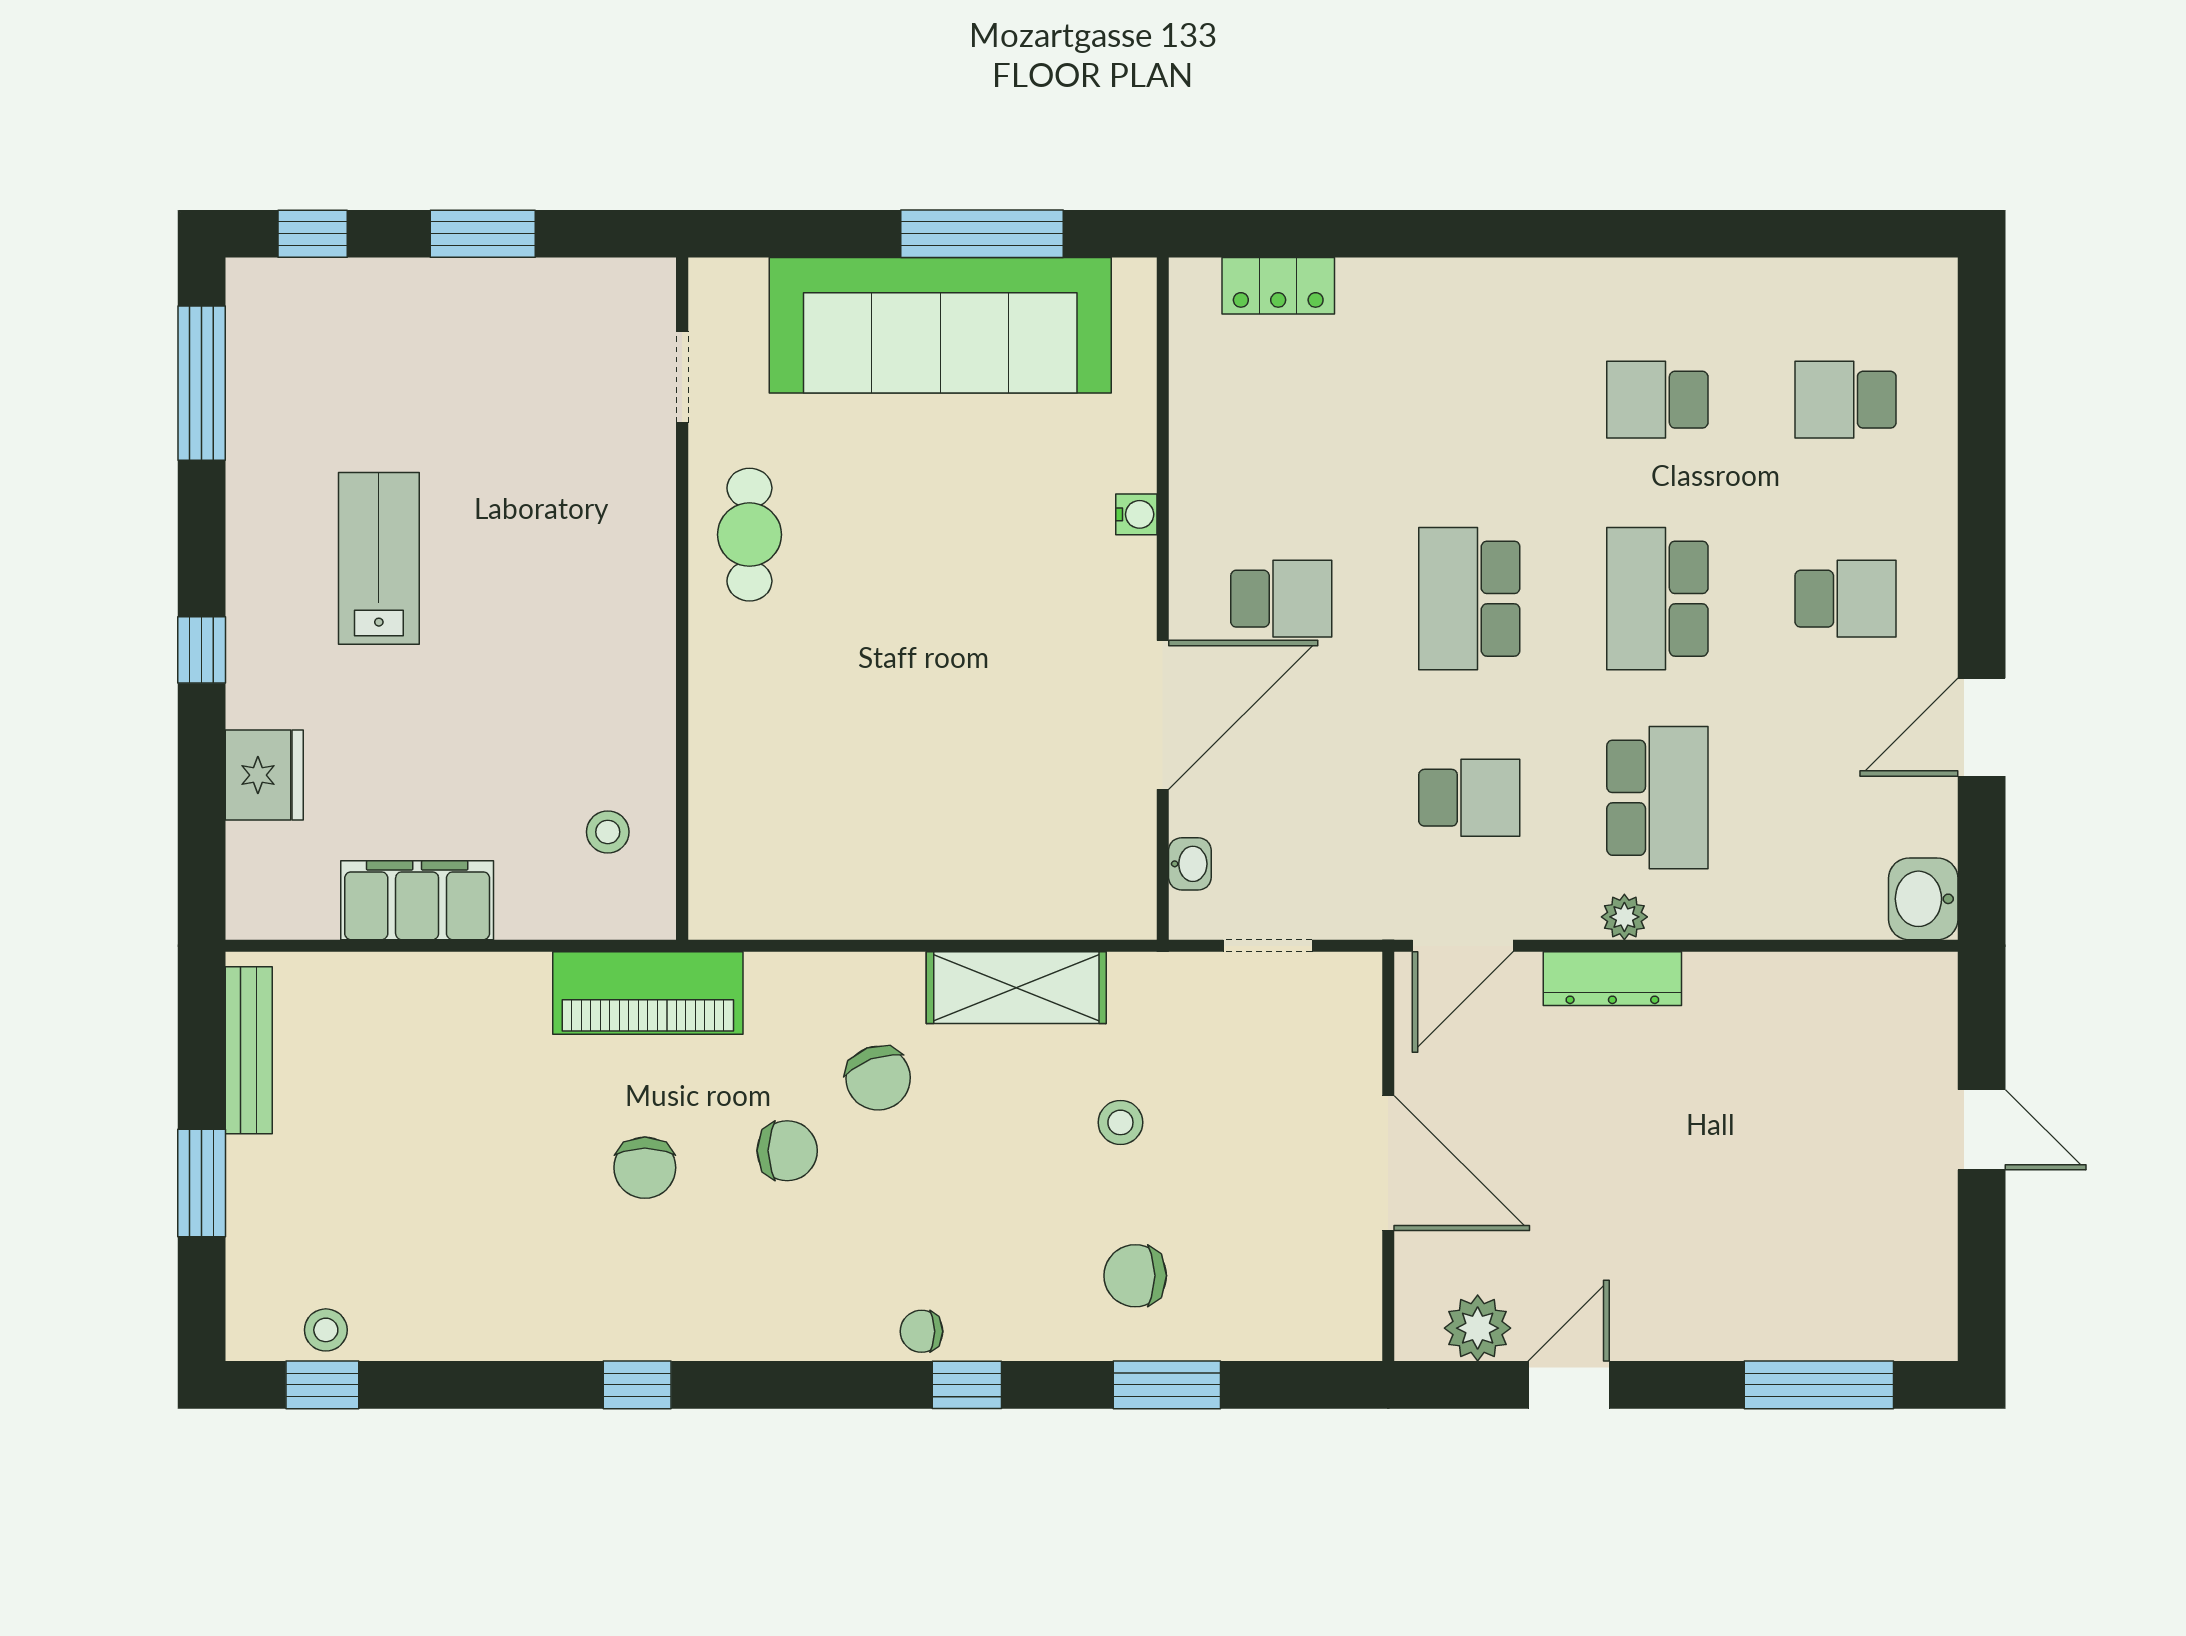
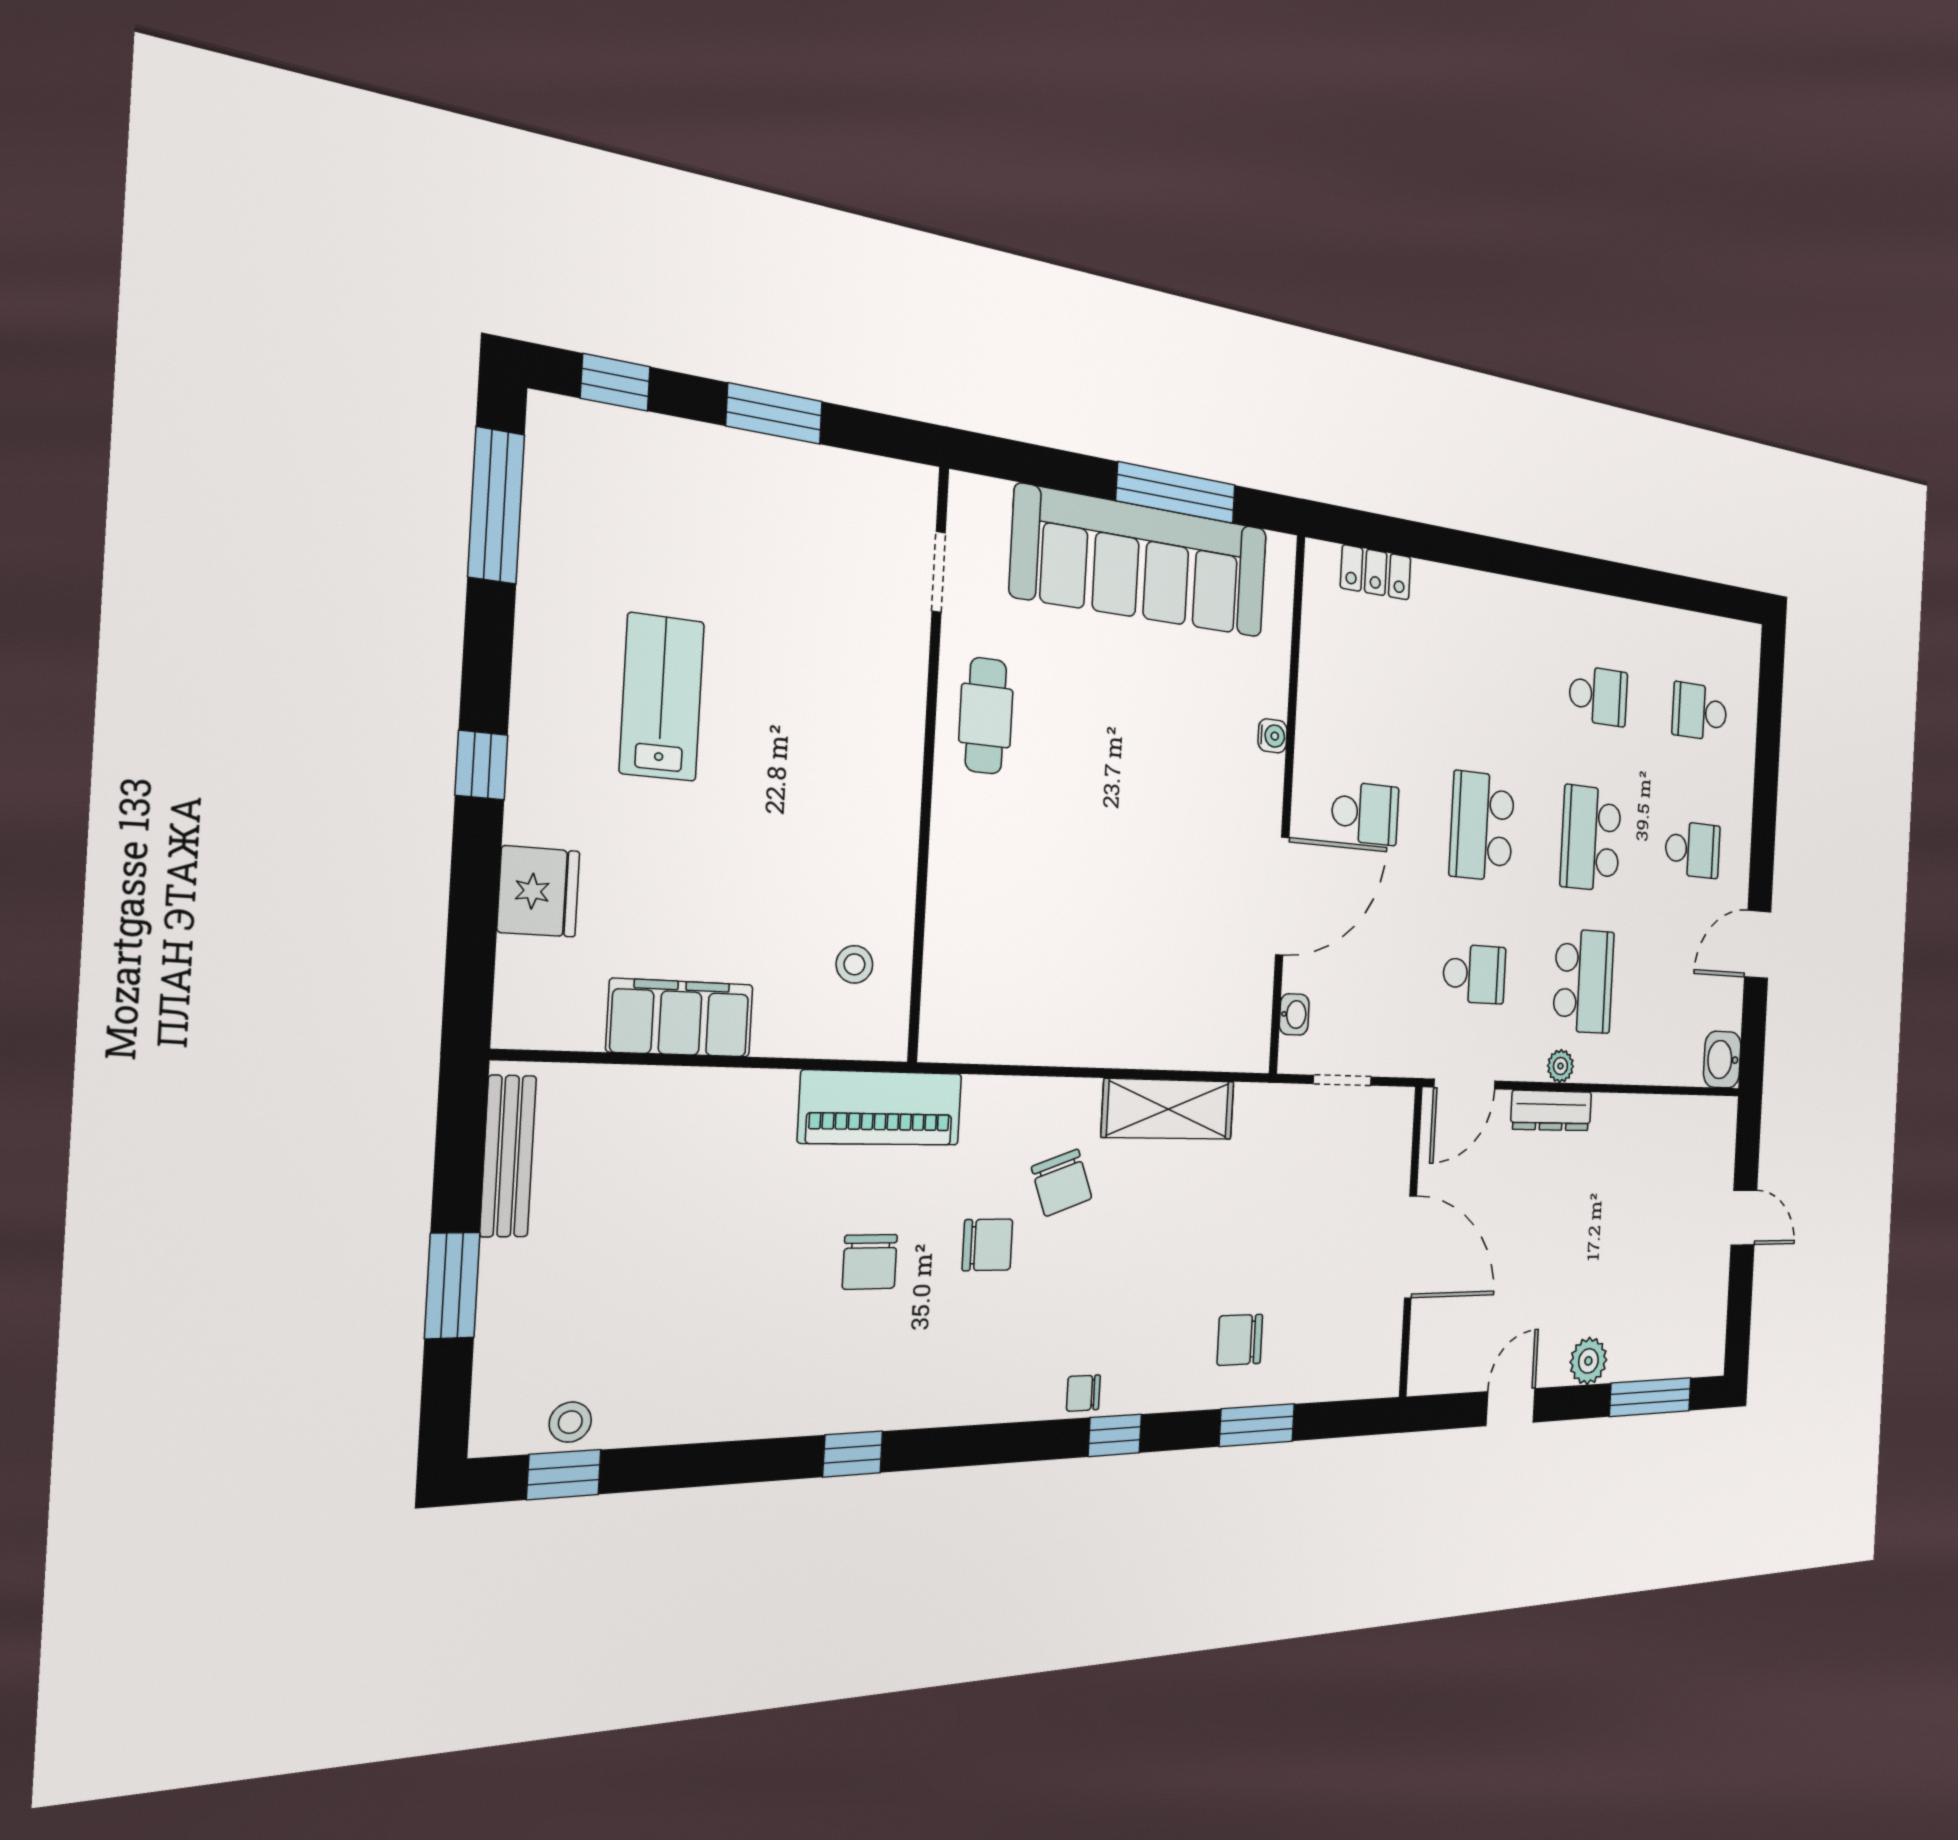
school desk: (1657, 400) -> (1598, 696), turned 180
stool: (1120, 1122) -> (1236, 1218), removed
plant: (1478, 1328) -> (1588, 1361), moved

